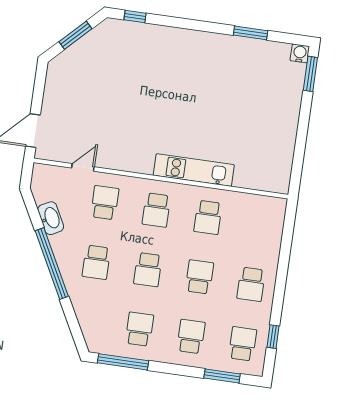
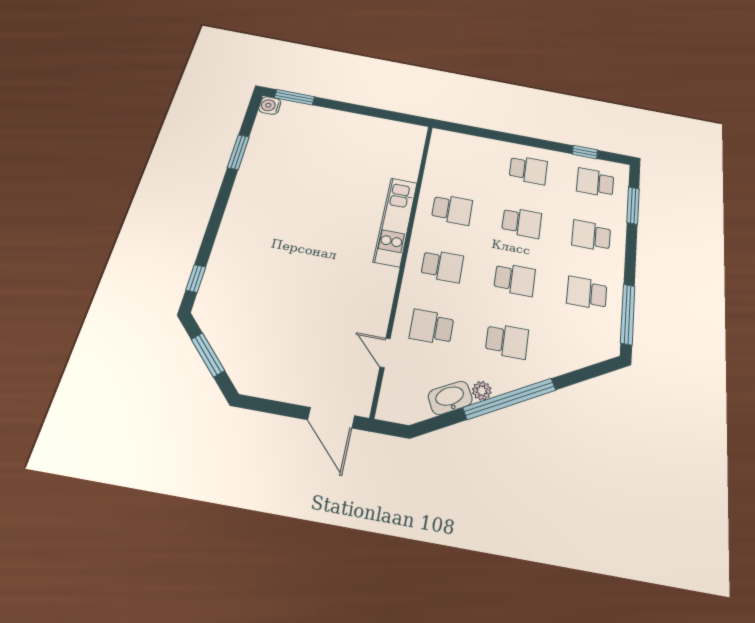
plant: (57, 242) -> (482, 391), added
school desk: (199, 277) -> (522, 223), turned 180

